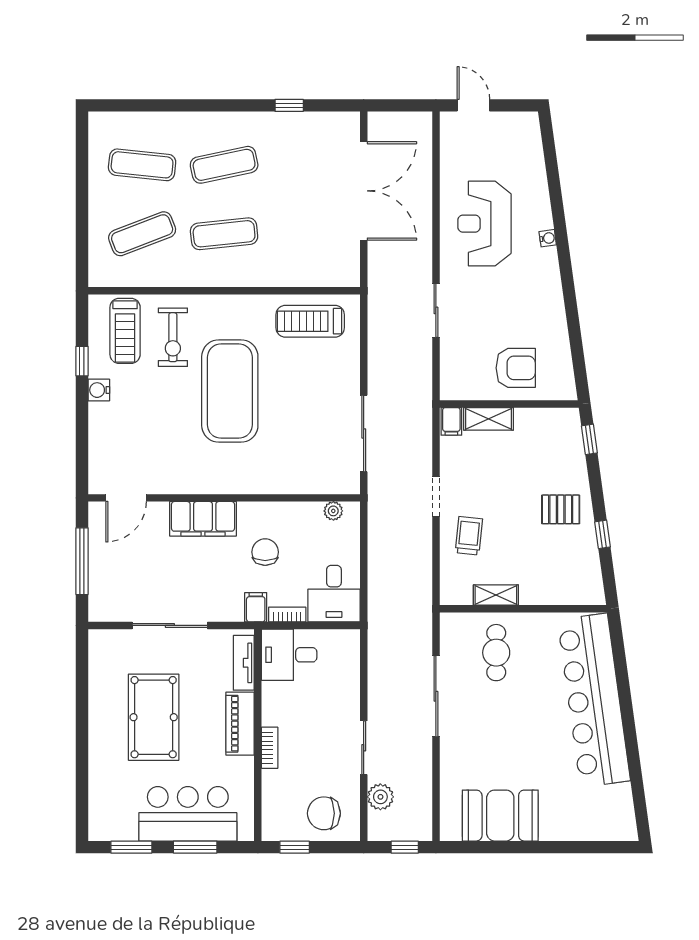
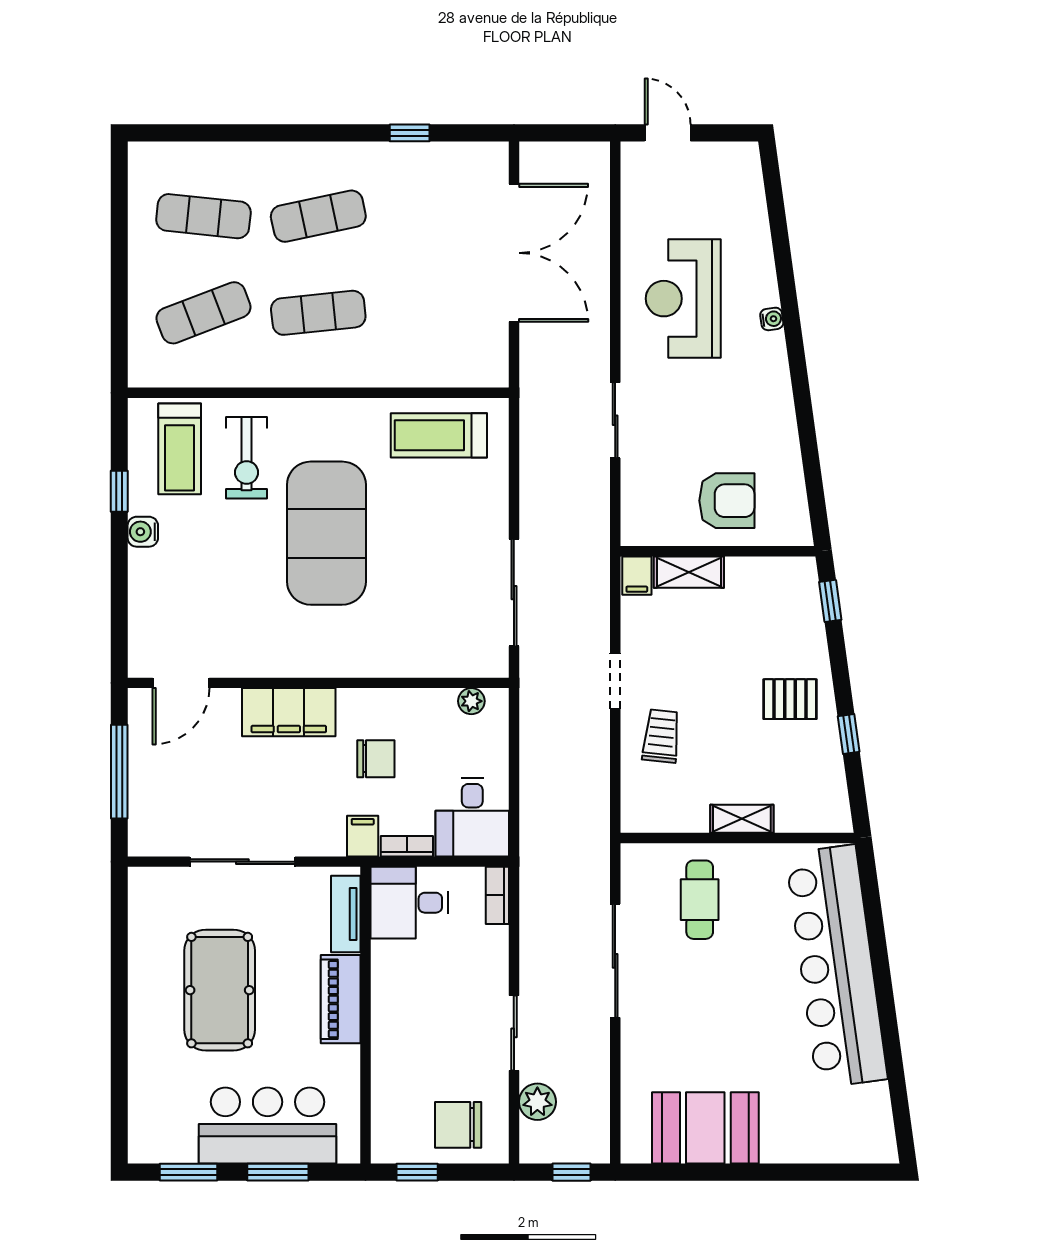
chair: (265, 552) -> (376, 759), turned 90
shelving: (496, 595) -> (742, 819), moved
bookcase: (270, 748) -> (497, 895), moved, turned 180

